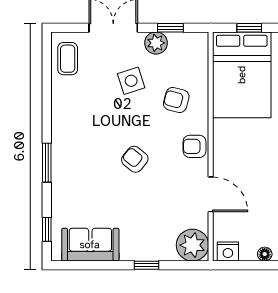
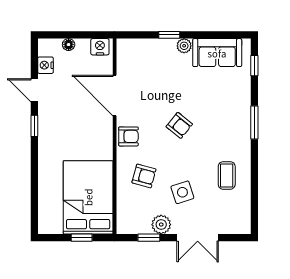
coffee table: (68, 59) -> (227, 175), moved
door: (211, 194) -> (115, 95), width x1.36
plant: (192, 245) -> (184, 46), moved, width x0.53, depth x0.53

